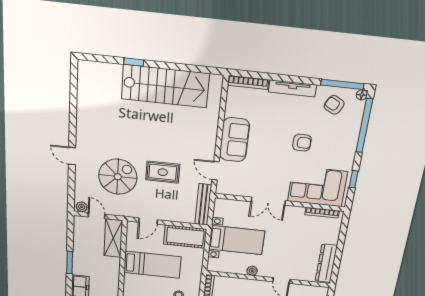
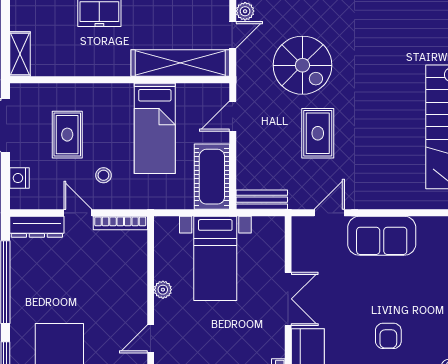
double door: (268, 201) -> (288, 299), swing flipped
bench: (203, 204) -> (262, 200), width x0.73
door: (148, 221) -> (233, 116), hinge flipped
shelving: (113, 238) -> (180, 63), width x1.47

